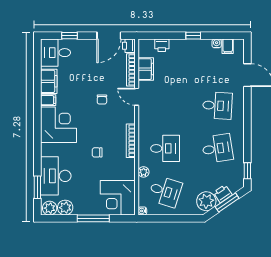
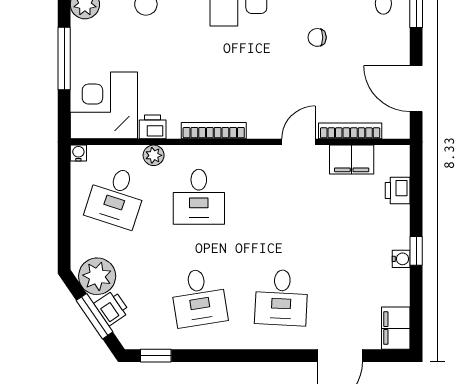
water cooler: (217, 43) -> (401, 259), moved
printer: (129, 46) -> (153, 127), moved
filing cabinet: (228, 46) -> (396, 328), width x2.00
chair: (102, 99) -> (317, 37), moved
chair: (97, 152) -> (191, 66), removed

